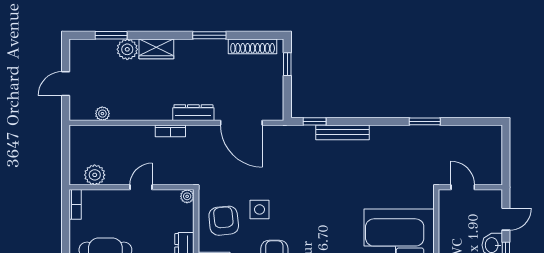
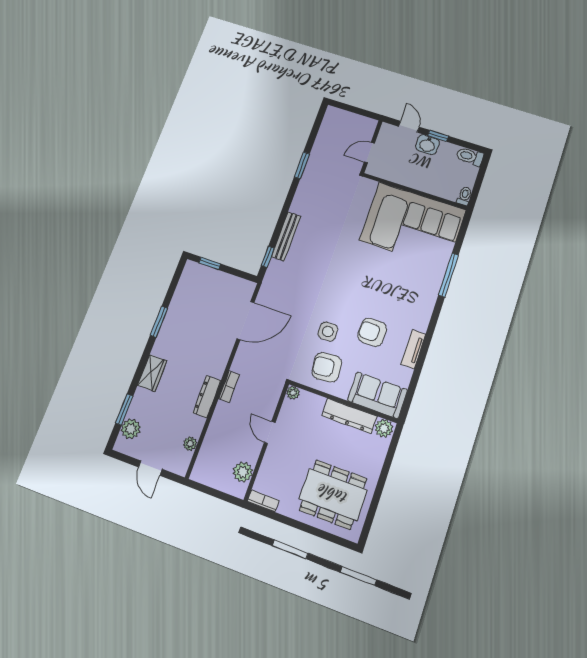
shoe rack: (253, 46) -> (183, 288), removed
plant: (127, 49) -> (131, 429), moved
dresser: (193, 113) -> (207, 397), moved

